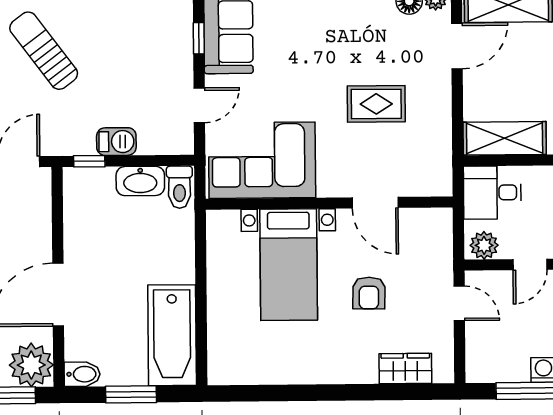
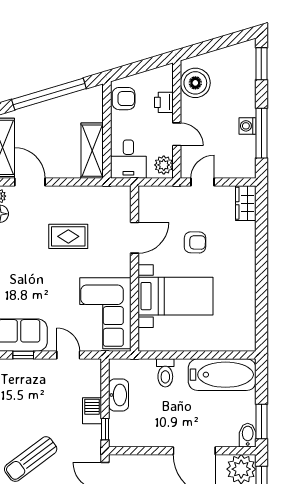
rug: (376, 104) -> (68, 236), turned 90
toilet: (179, 187) -> (165, 373), moved, turned 90
wardrobe: (405, 369) -> (246, 203), moved
window: (131, 394) -> (261, 422), moved

